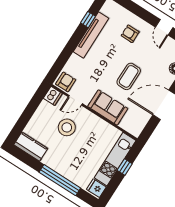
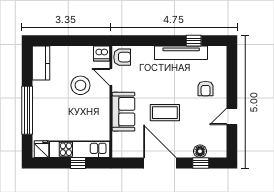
armchair: (130, 34) -> (206, 89), turned 180

